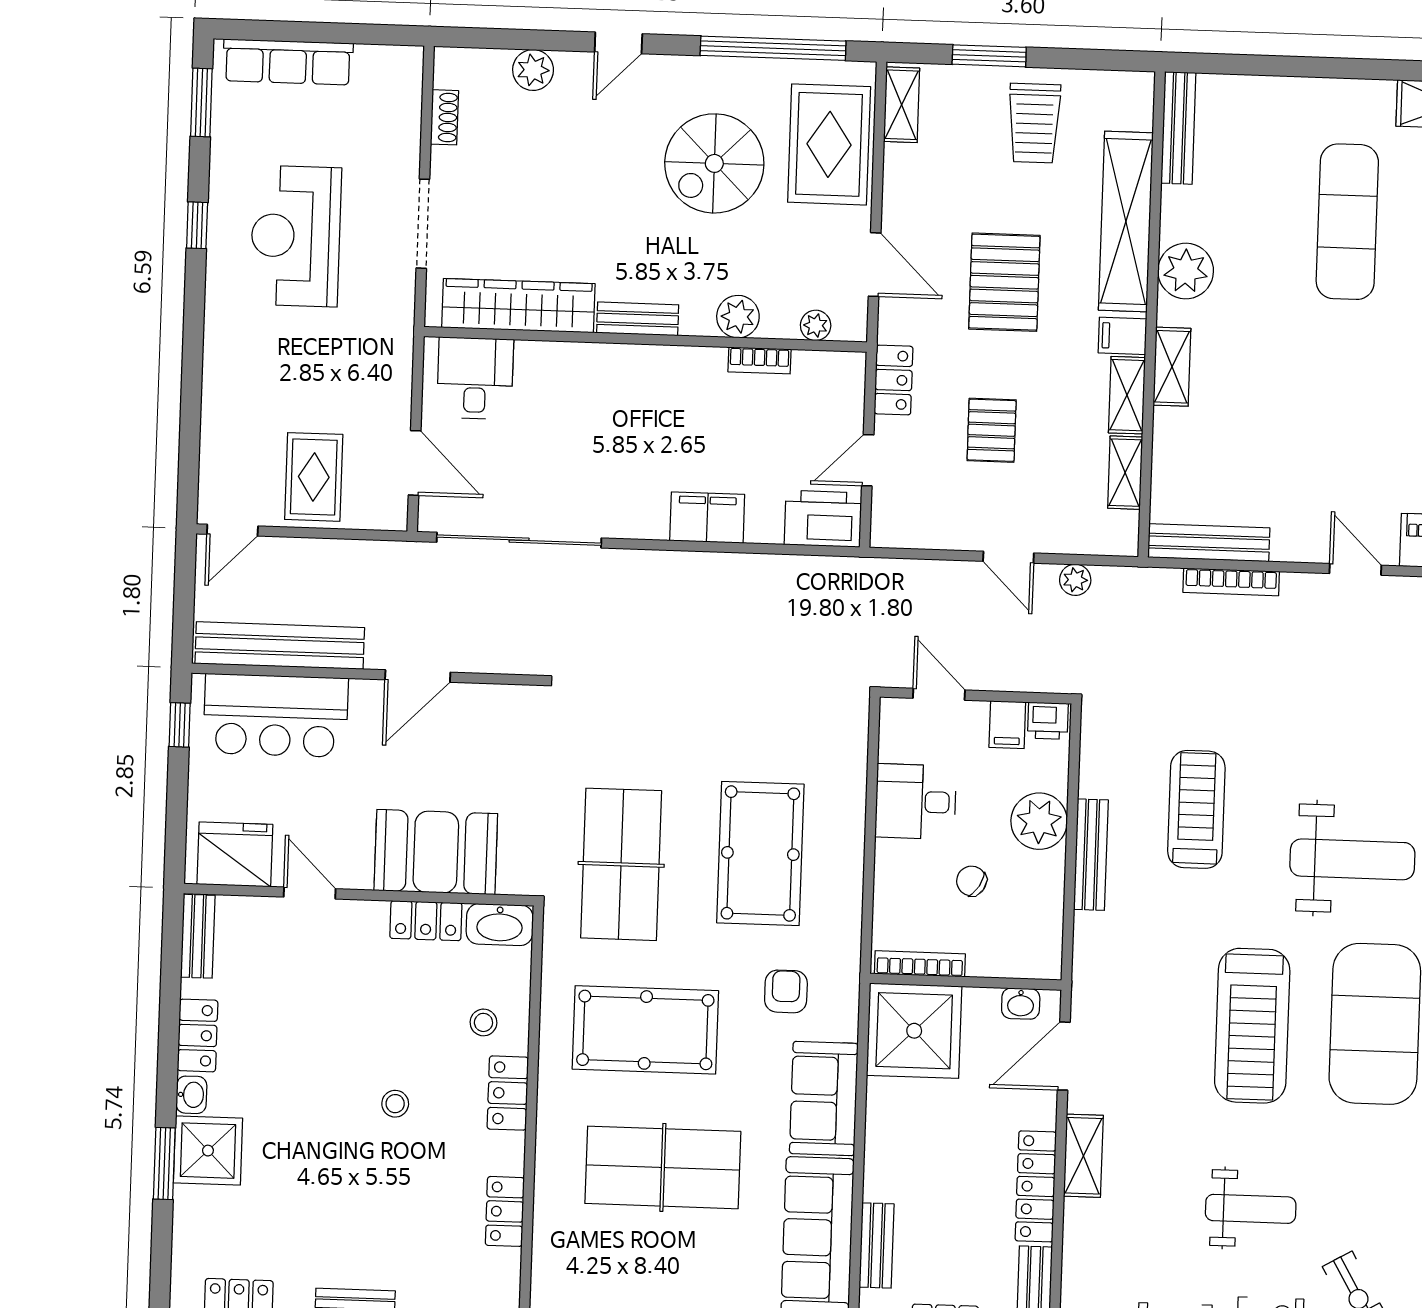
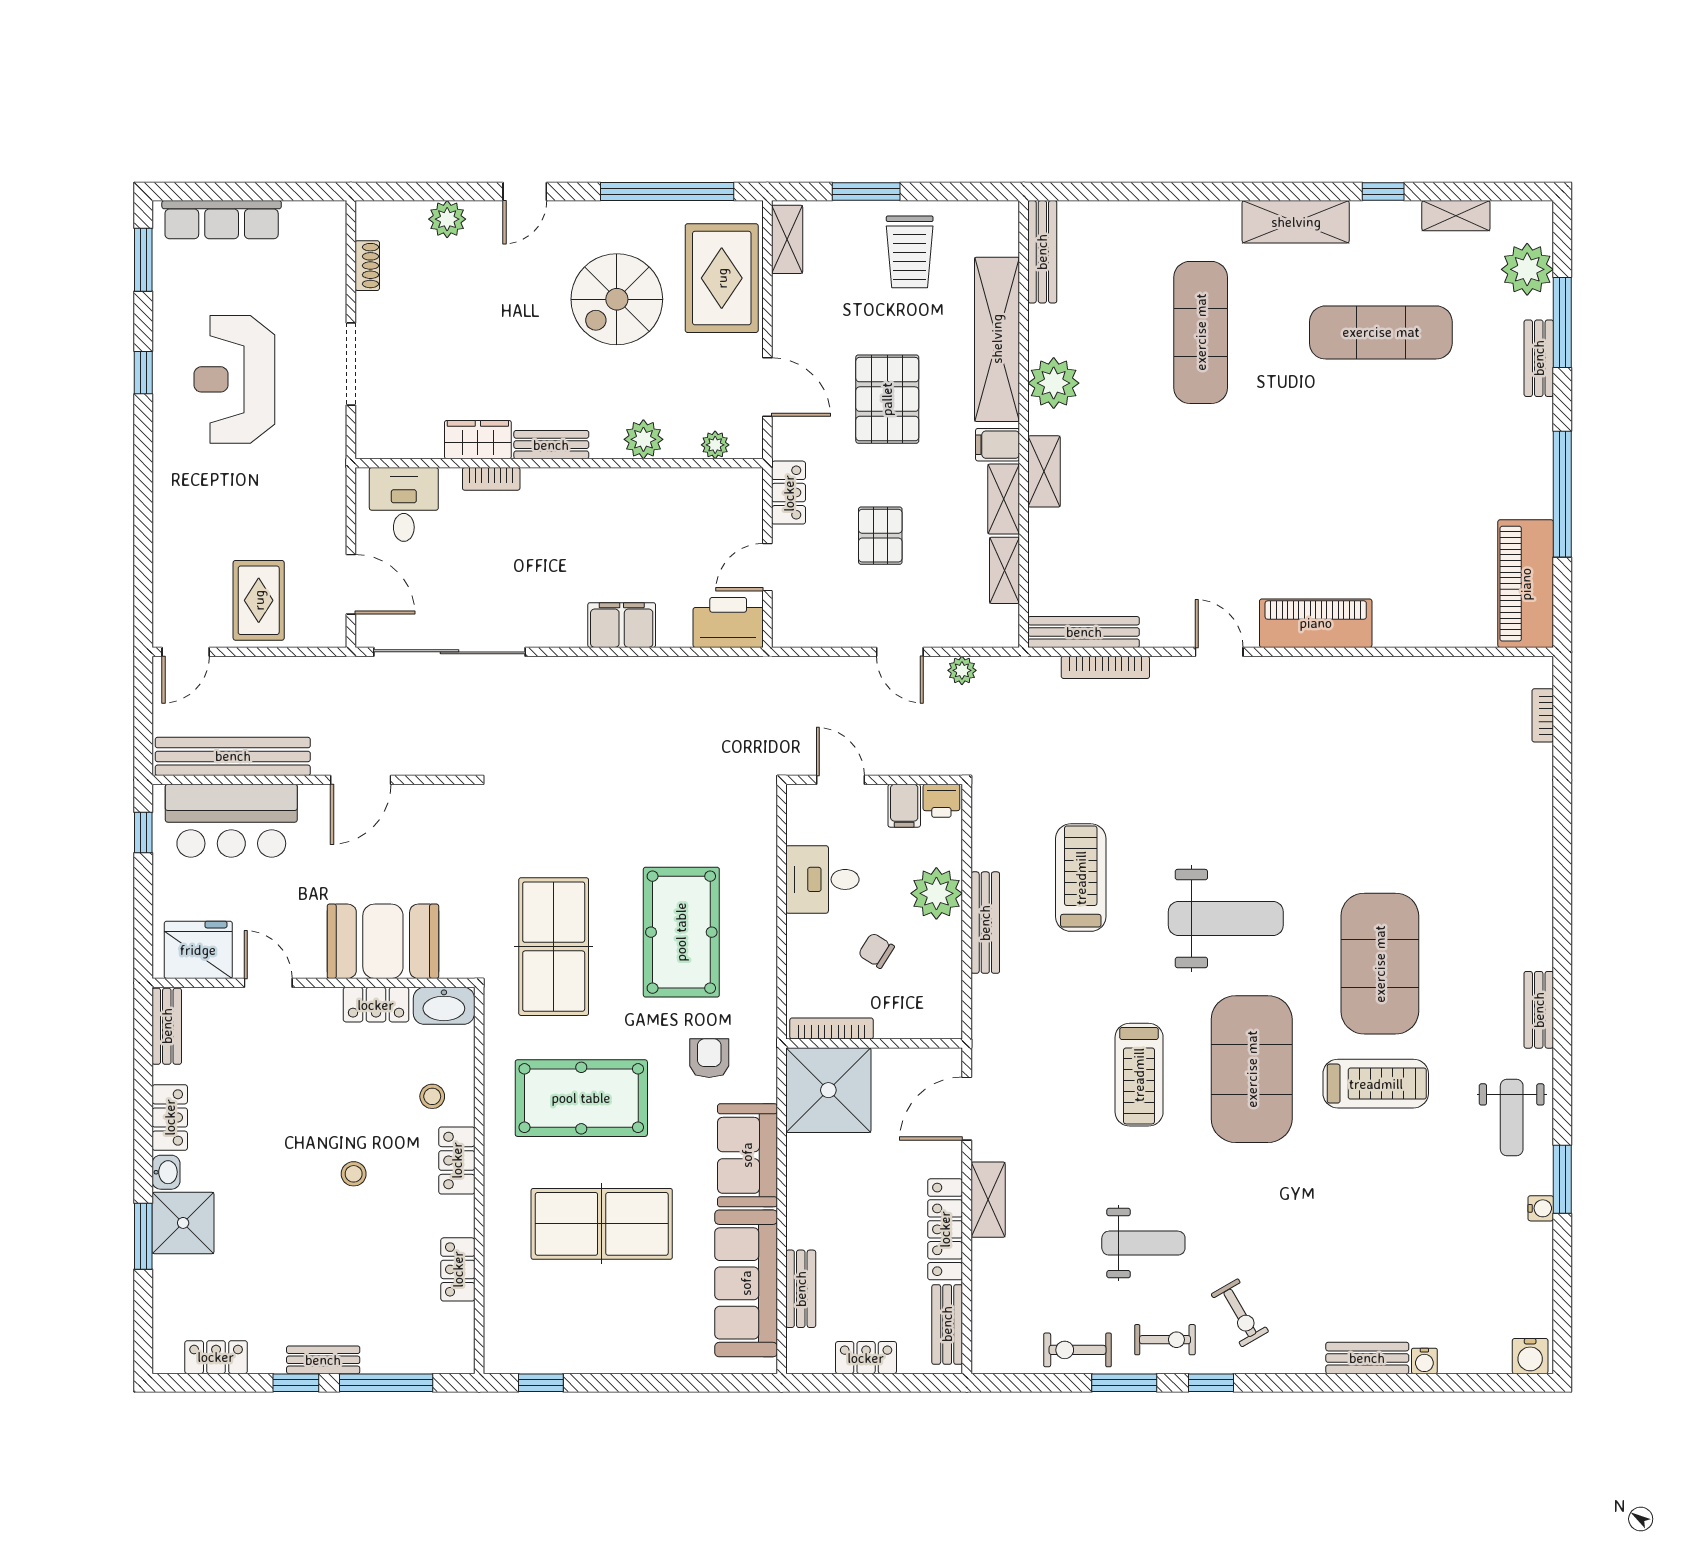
wardrobe: (518, 306) -> (478, 440), width x0.48, depth x0.85
bookcase: (759, 360) -> (491, 479), moved
washbasin: (1021, 1004) -> (925, 1062), removed
treadmill: (1252, 1026) -> (1139, 1075), width x0.73, depth x0.73

